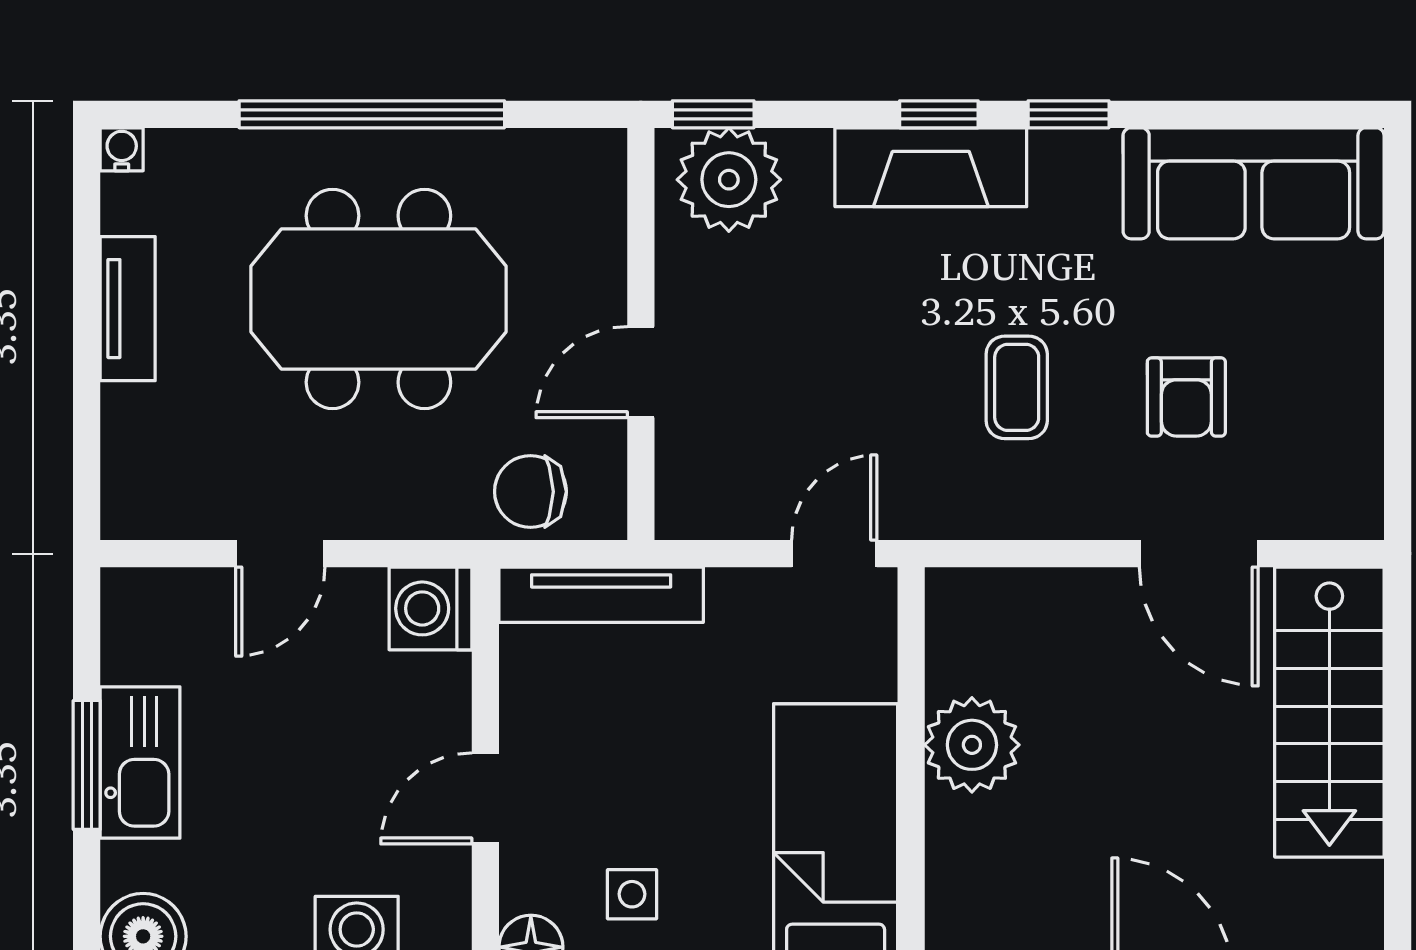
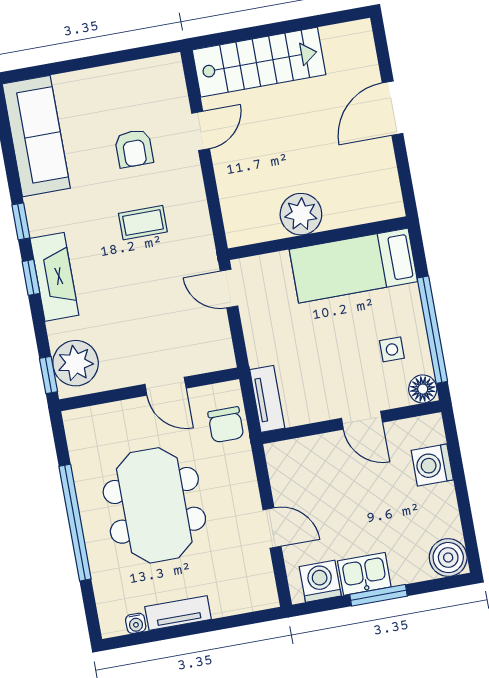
water cooler: (122, 149) -> (136, 623), moved, turned -90
armchair: (1186, 397) -> (134, 148), turned 90
door: (1199, 554) -> (201, 131), width x0.73
tv unit: (601, 595) -> (267, 399), width x0.71
washing machine: (430, 608) -> (320, 581), moved, turned 180
kitchen sink: (140, 762) -> (364, 574), width x0.73

